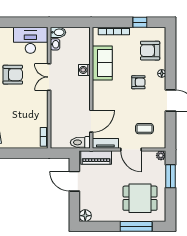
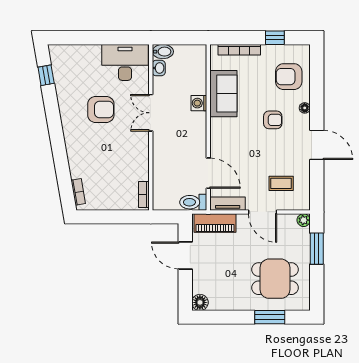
door: (91, 121) -> (208, 173), hinge flipped
window: (136, 226) -> (270, 317), width x0.69

